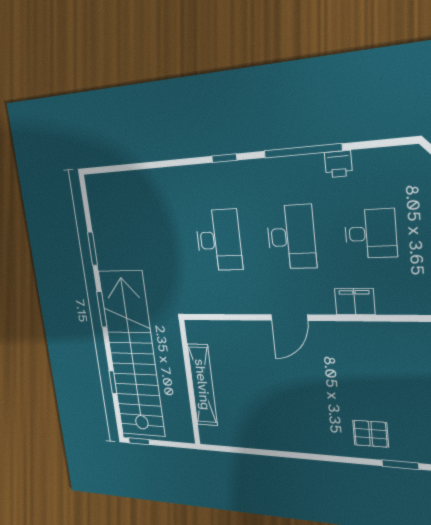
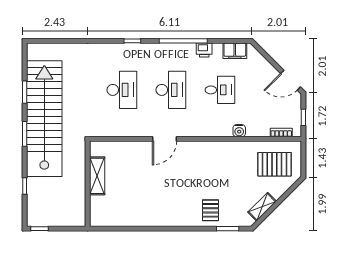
filing cabinet: (355, 302) -> (235, 51), moved, turned 180
water cooler: (409, 304) -> (239, 131), added
stairs: (132, 355) -> (44, 119), moved
shelving: (202, 385) -> (97, 176), width x0.68
pallet: (371, 434) -> (210, 210), turned 90

